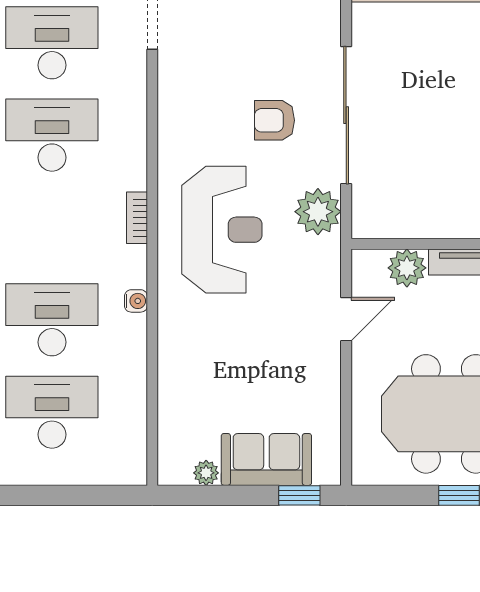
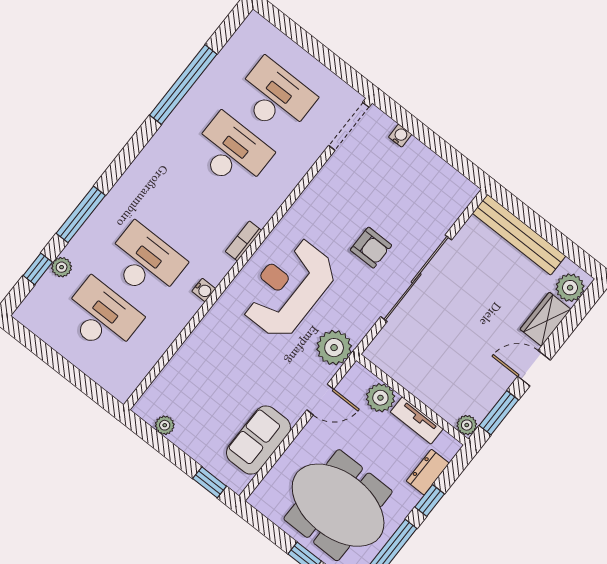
armchair: (274, 120) -> (371, 248), turned 180
plant: (318, 212) -> (334, 348), moved
reception desk: (222, 230) -> (288, 288), turned 180
sofa: (266, 459) -> (258, 440), moved, turned -90

